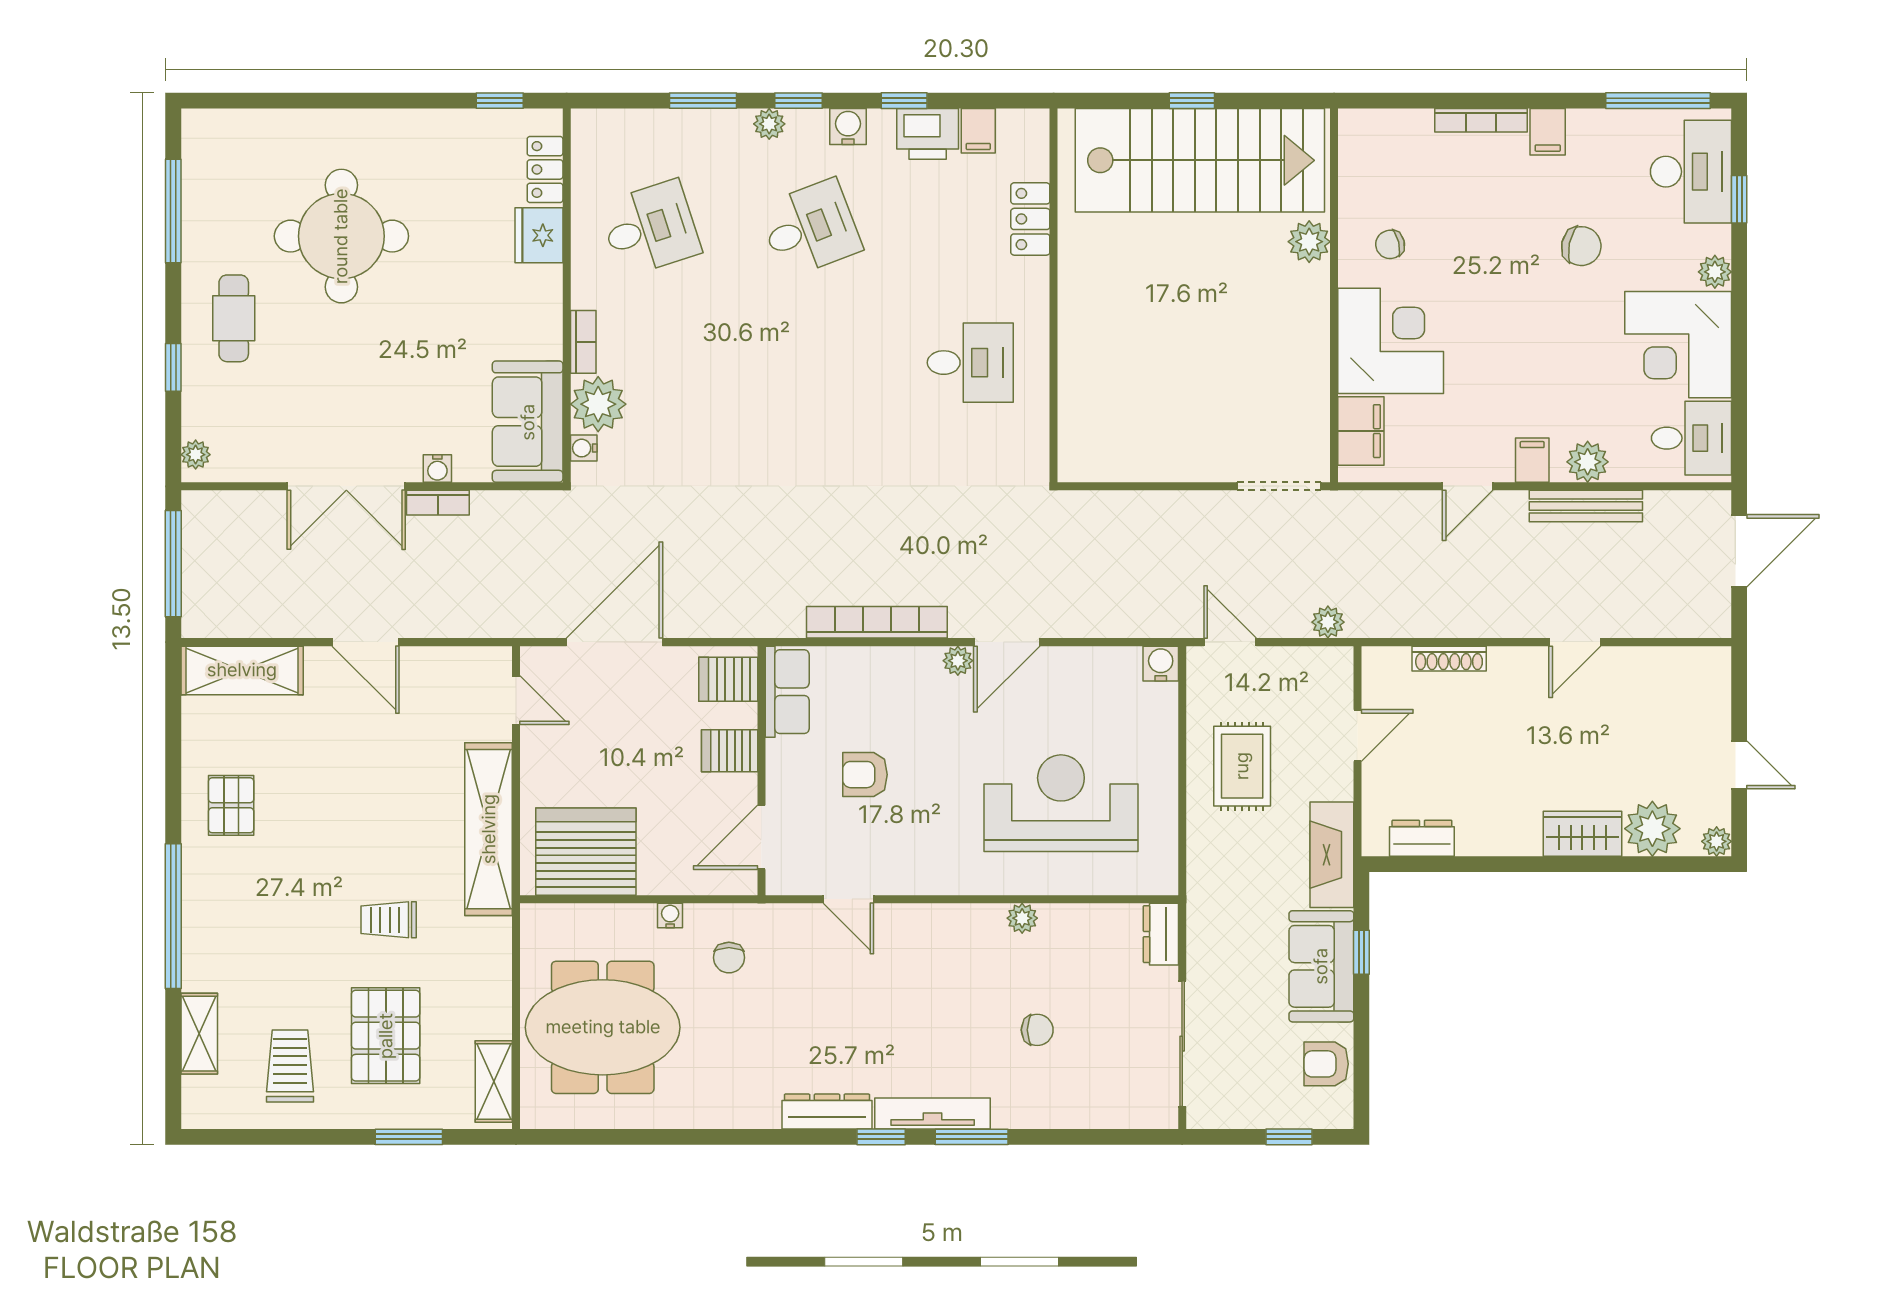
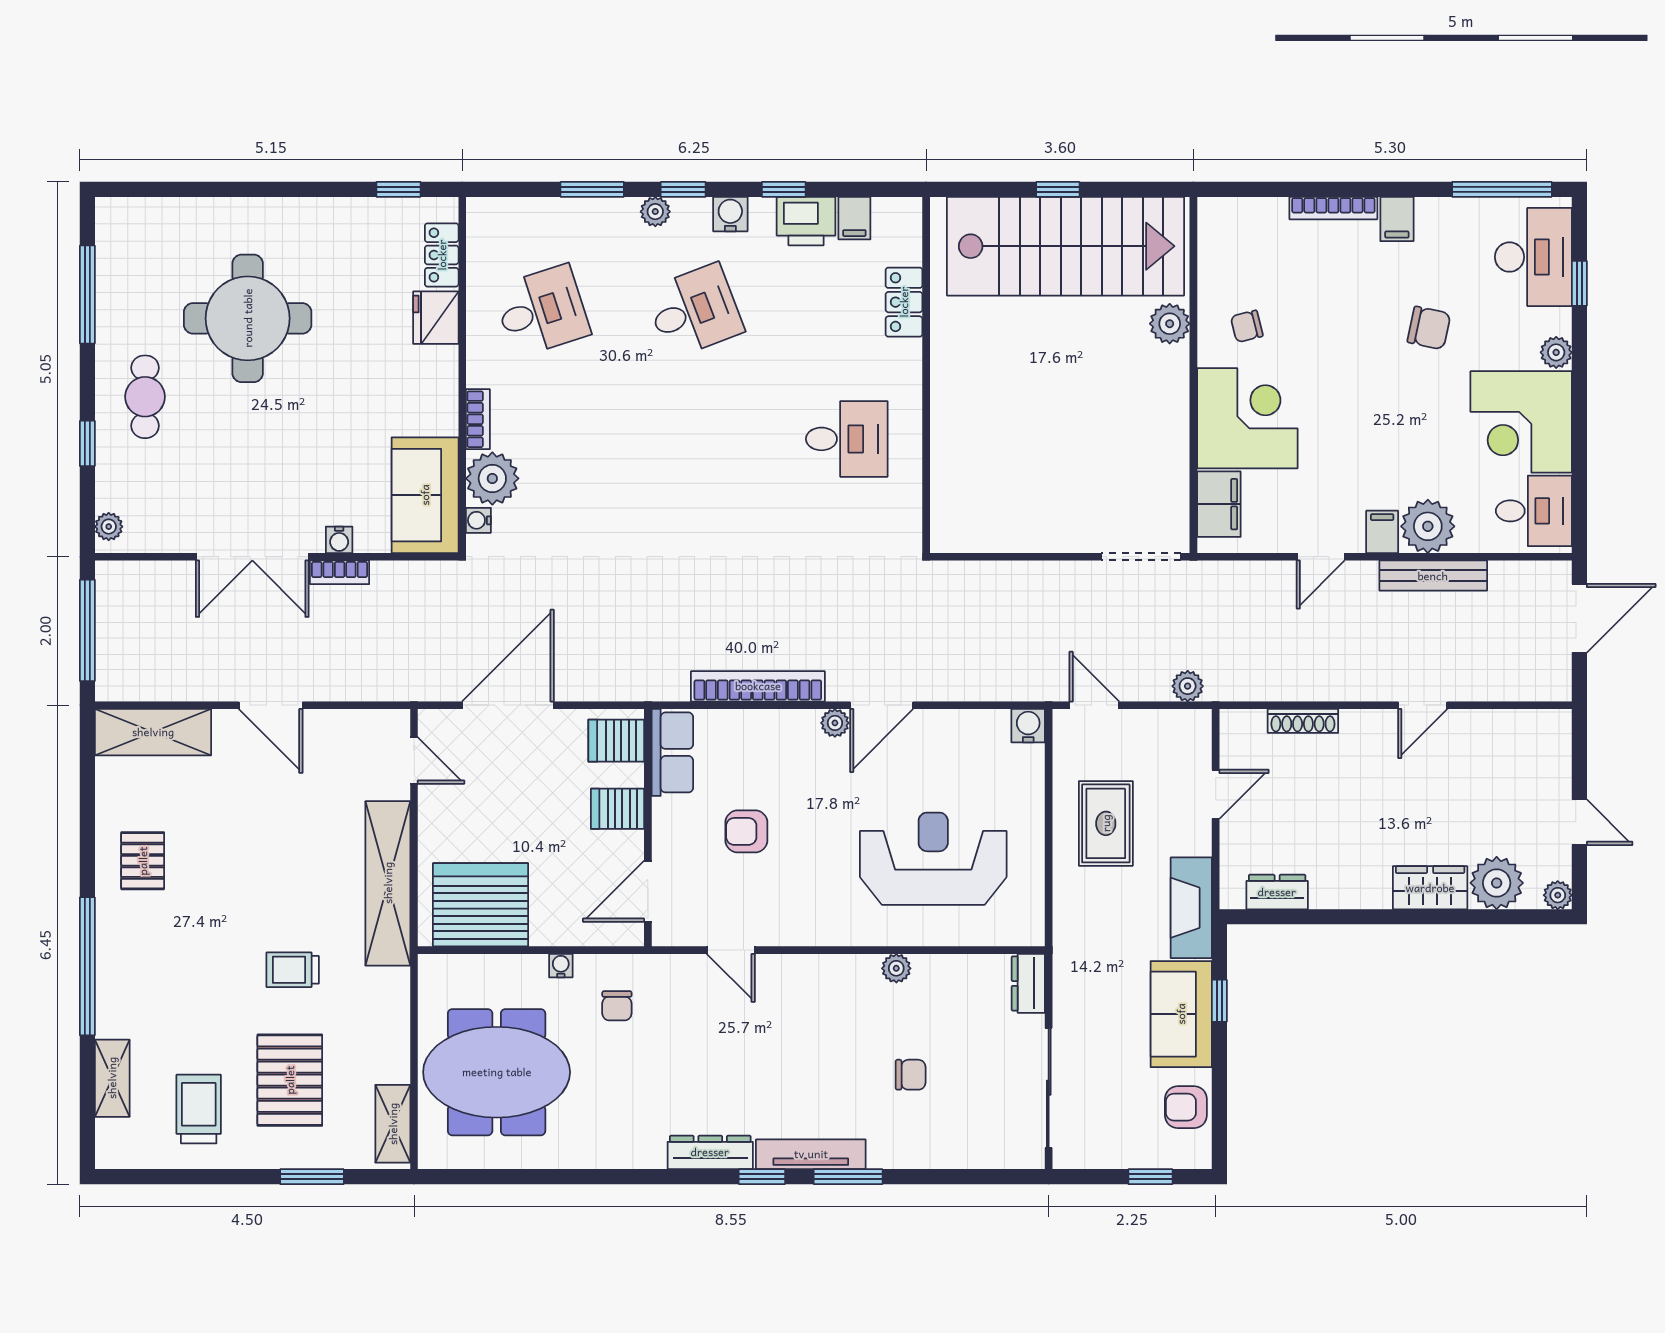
plant: (1588, 462) -> (1428, 526), width x1.36, depth x1.36

